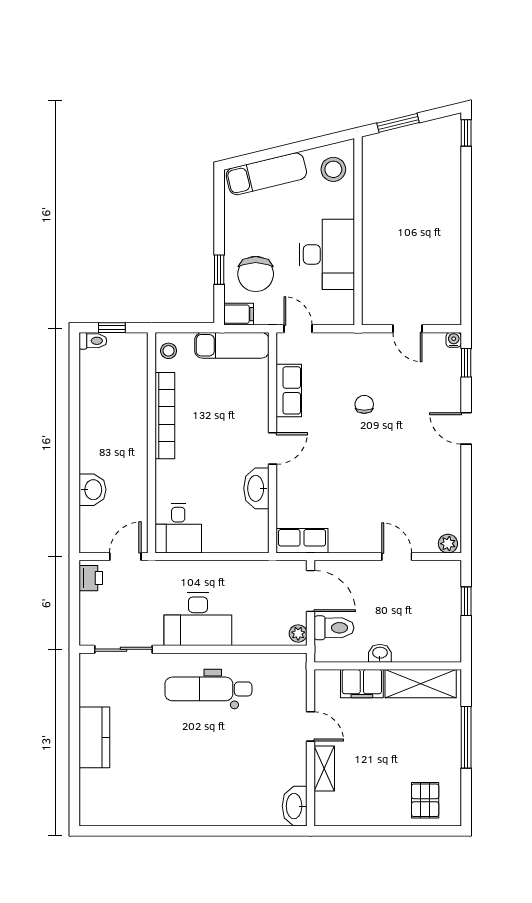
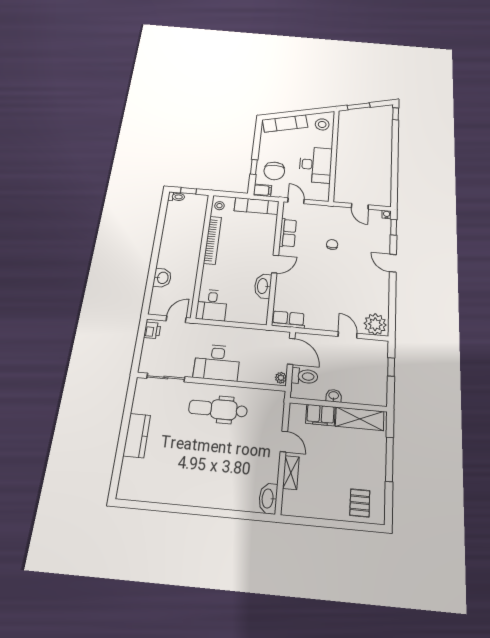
plant: (448, 544) -> (375, 324), width x1.87, depth x1.87

